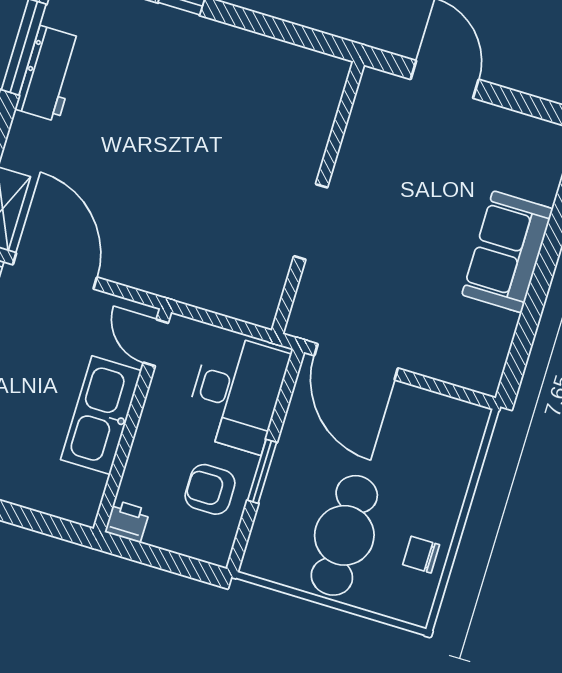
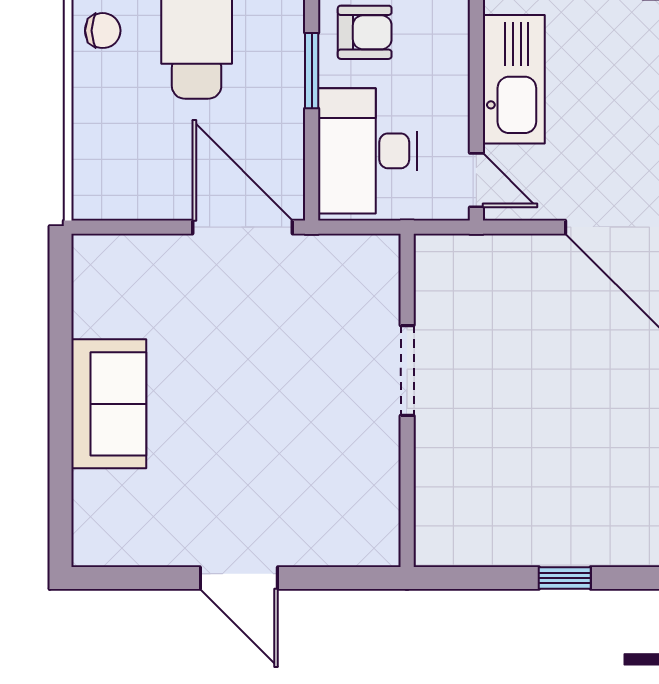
wall: (318, 198) -> (407, 400), moved
doorway: (311, 222) -> (407, 370), moved

